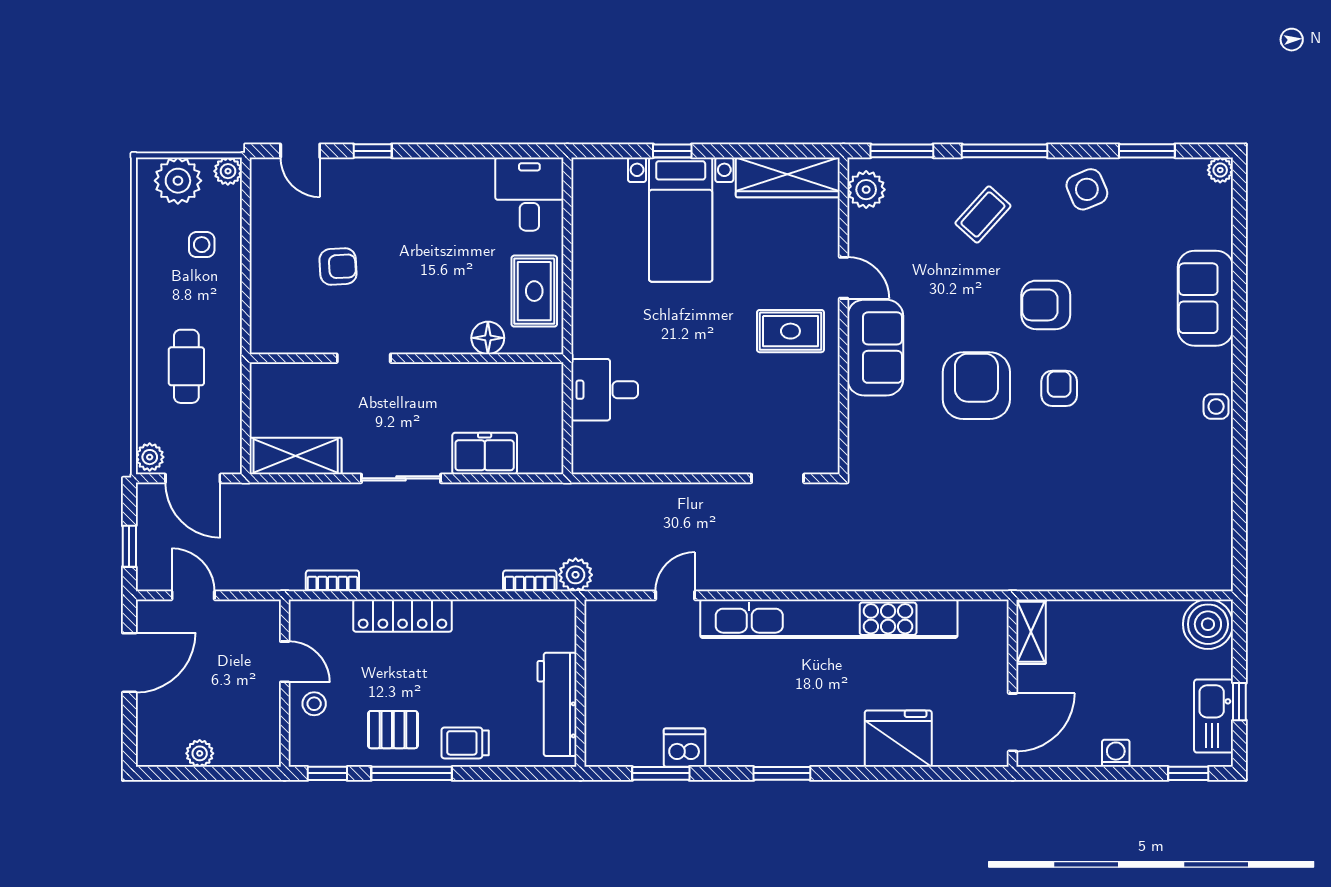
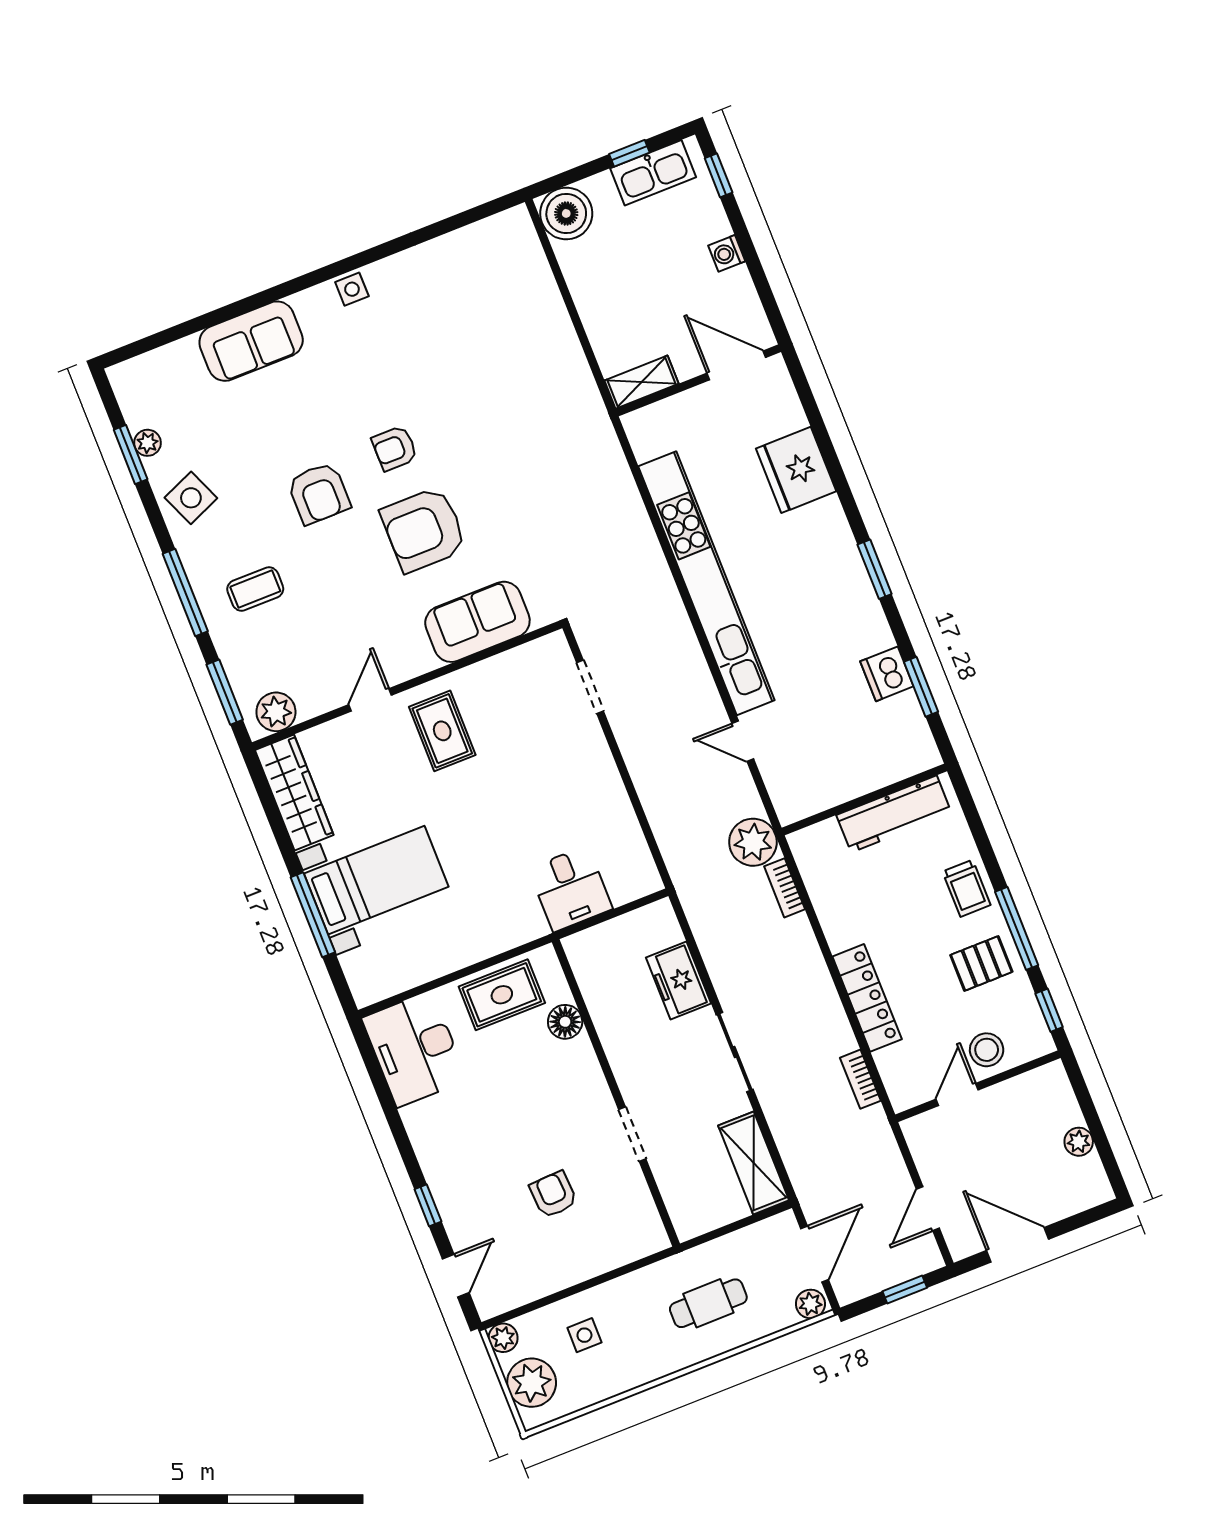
window: (672, 151) -> (313, 915), width x2.17
plant: (1220, 170) -> (147, 443), moved
desk: (529, 194) -> (414, 1049), width x1.37
coffee table: (983, 214) -> (255, 589), turned -42
sofa: (875, 348) -> (477, 622), moved
plant: (576, 575) -> (753, 842), width x1.36, depth x1.36
stool: (314, 704) -> (987, 1050), width x1.37, depth x1.37
pallet: (393, 730) -> (981, 963), turned 90

